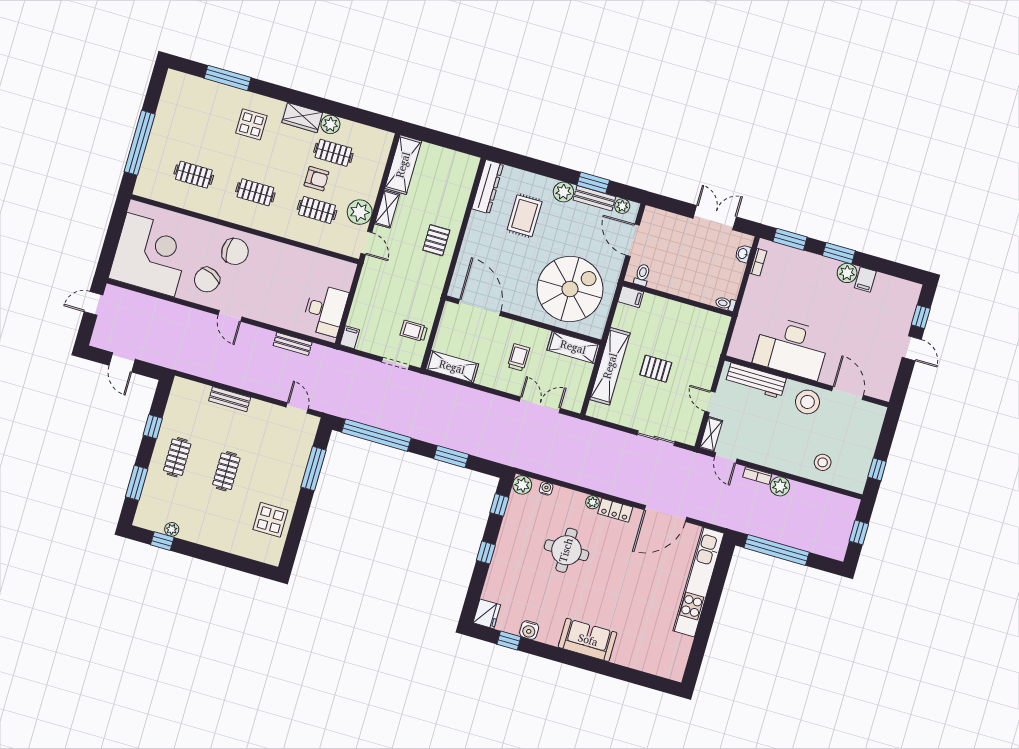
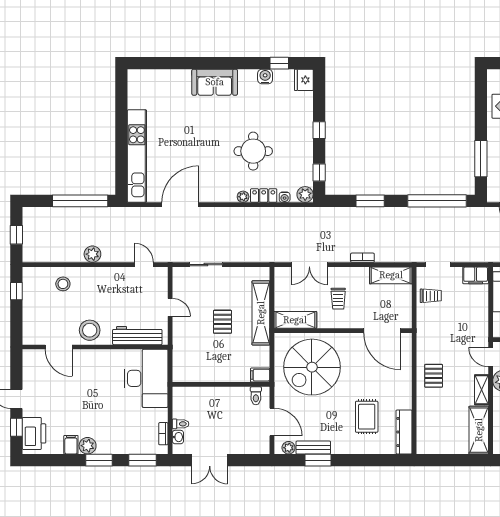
plant: (563, 192) -> (340, 445), removed
toilet: (725, 304) -> (180, 424), moved
printer: (903, 304) -> (34, 433), added
filing cabinet: (350, 337) -> (476, 275), width x2.00
desk: (792, 348) -> (146, 378), moved, turned 90
pallet: (656, 369) -> (222, 322), turned 90
shelving: (711, 434) -> (161, 281), removed
bookcase: (757, 476) -> (362, 258), moved
locker: (615, 510) -> (264, 196), moved

